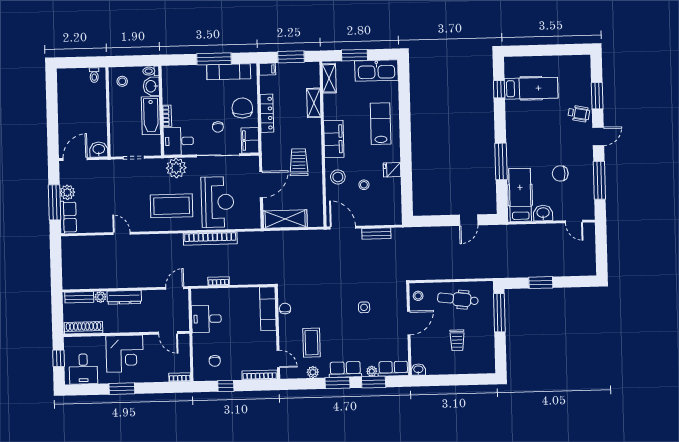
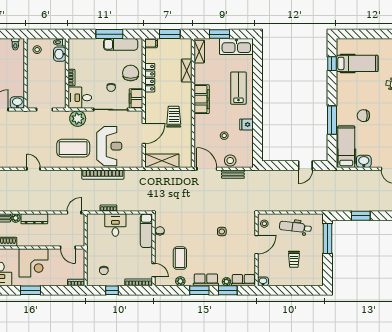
bathtub: (151, 116) -> (59, 77), removed
chair: (560, 173) -> (363, 116), moved
stool: (338, 177) -> (230, 161), moved
desk: (206, 319) -> (115, 225), moved, turned 90

